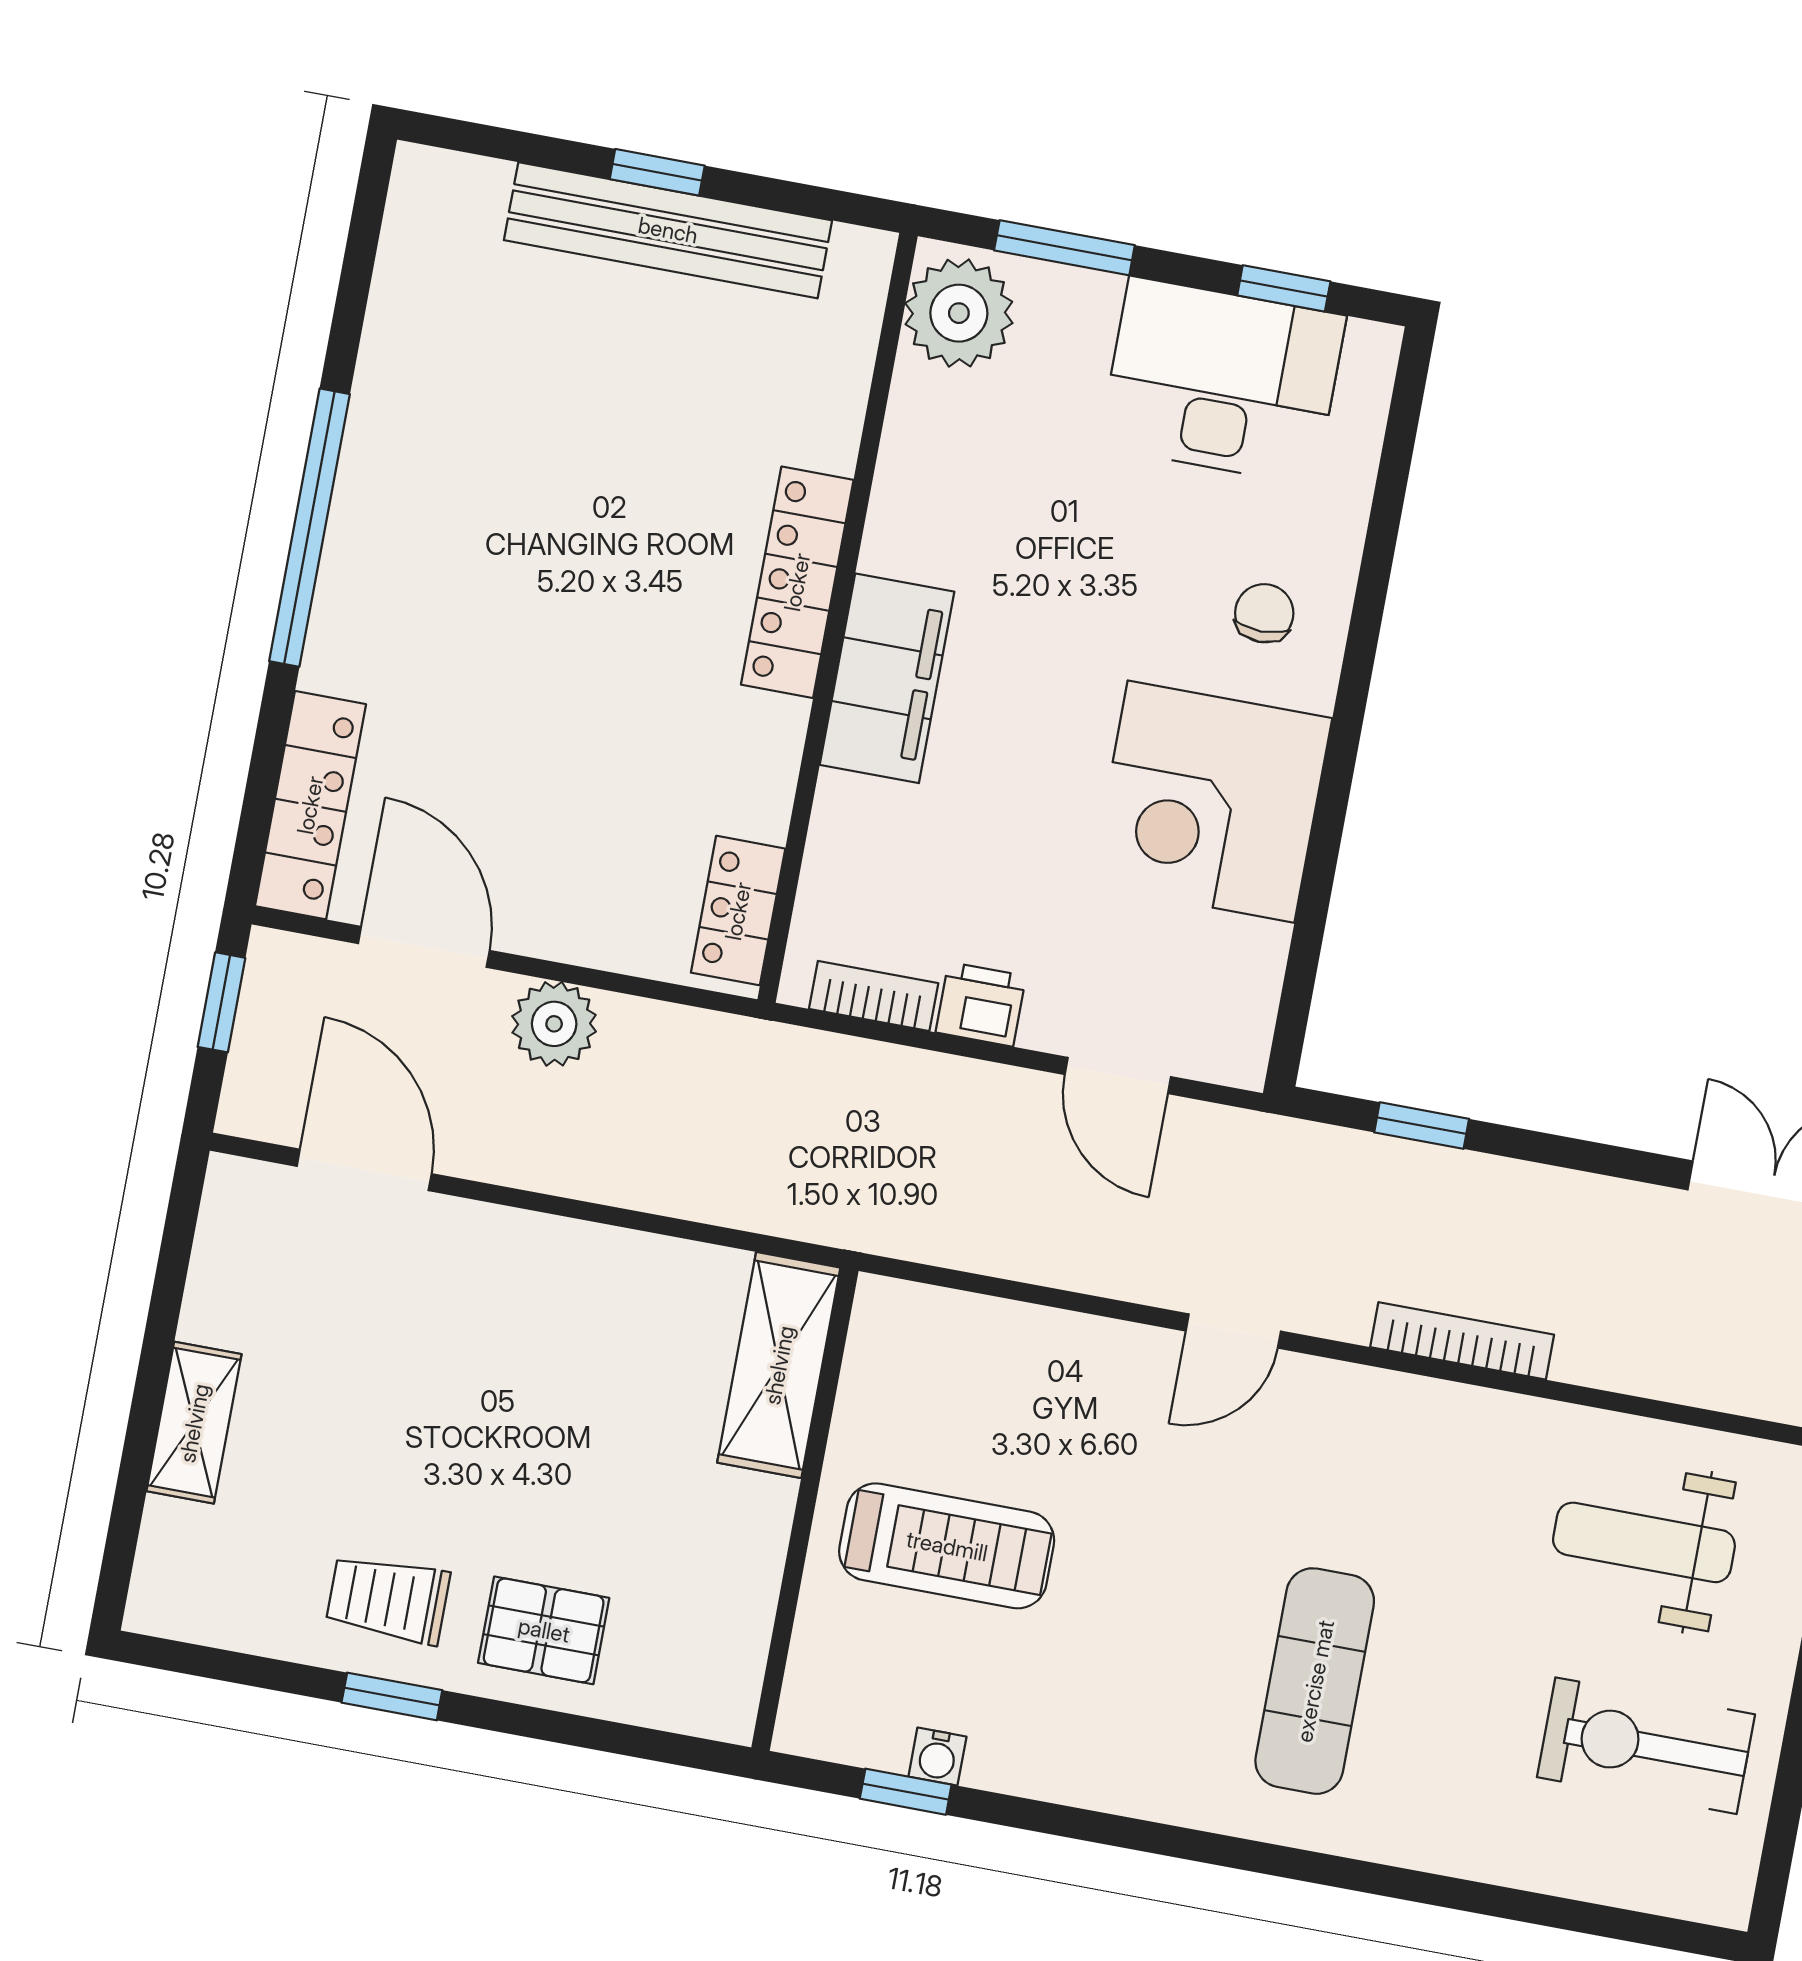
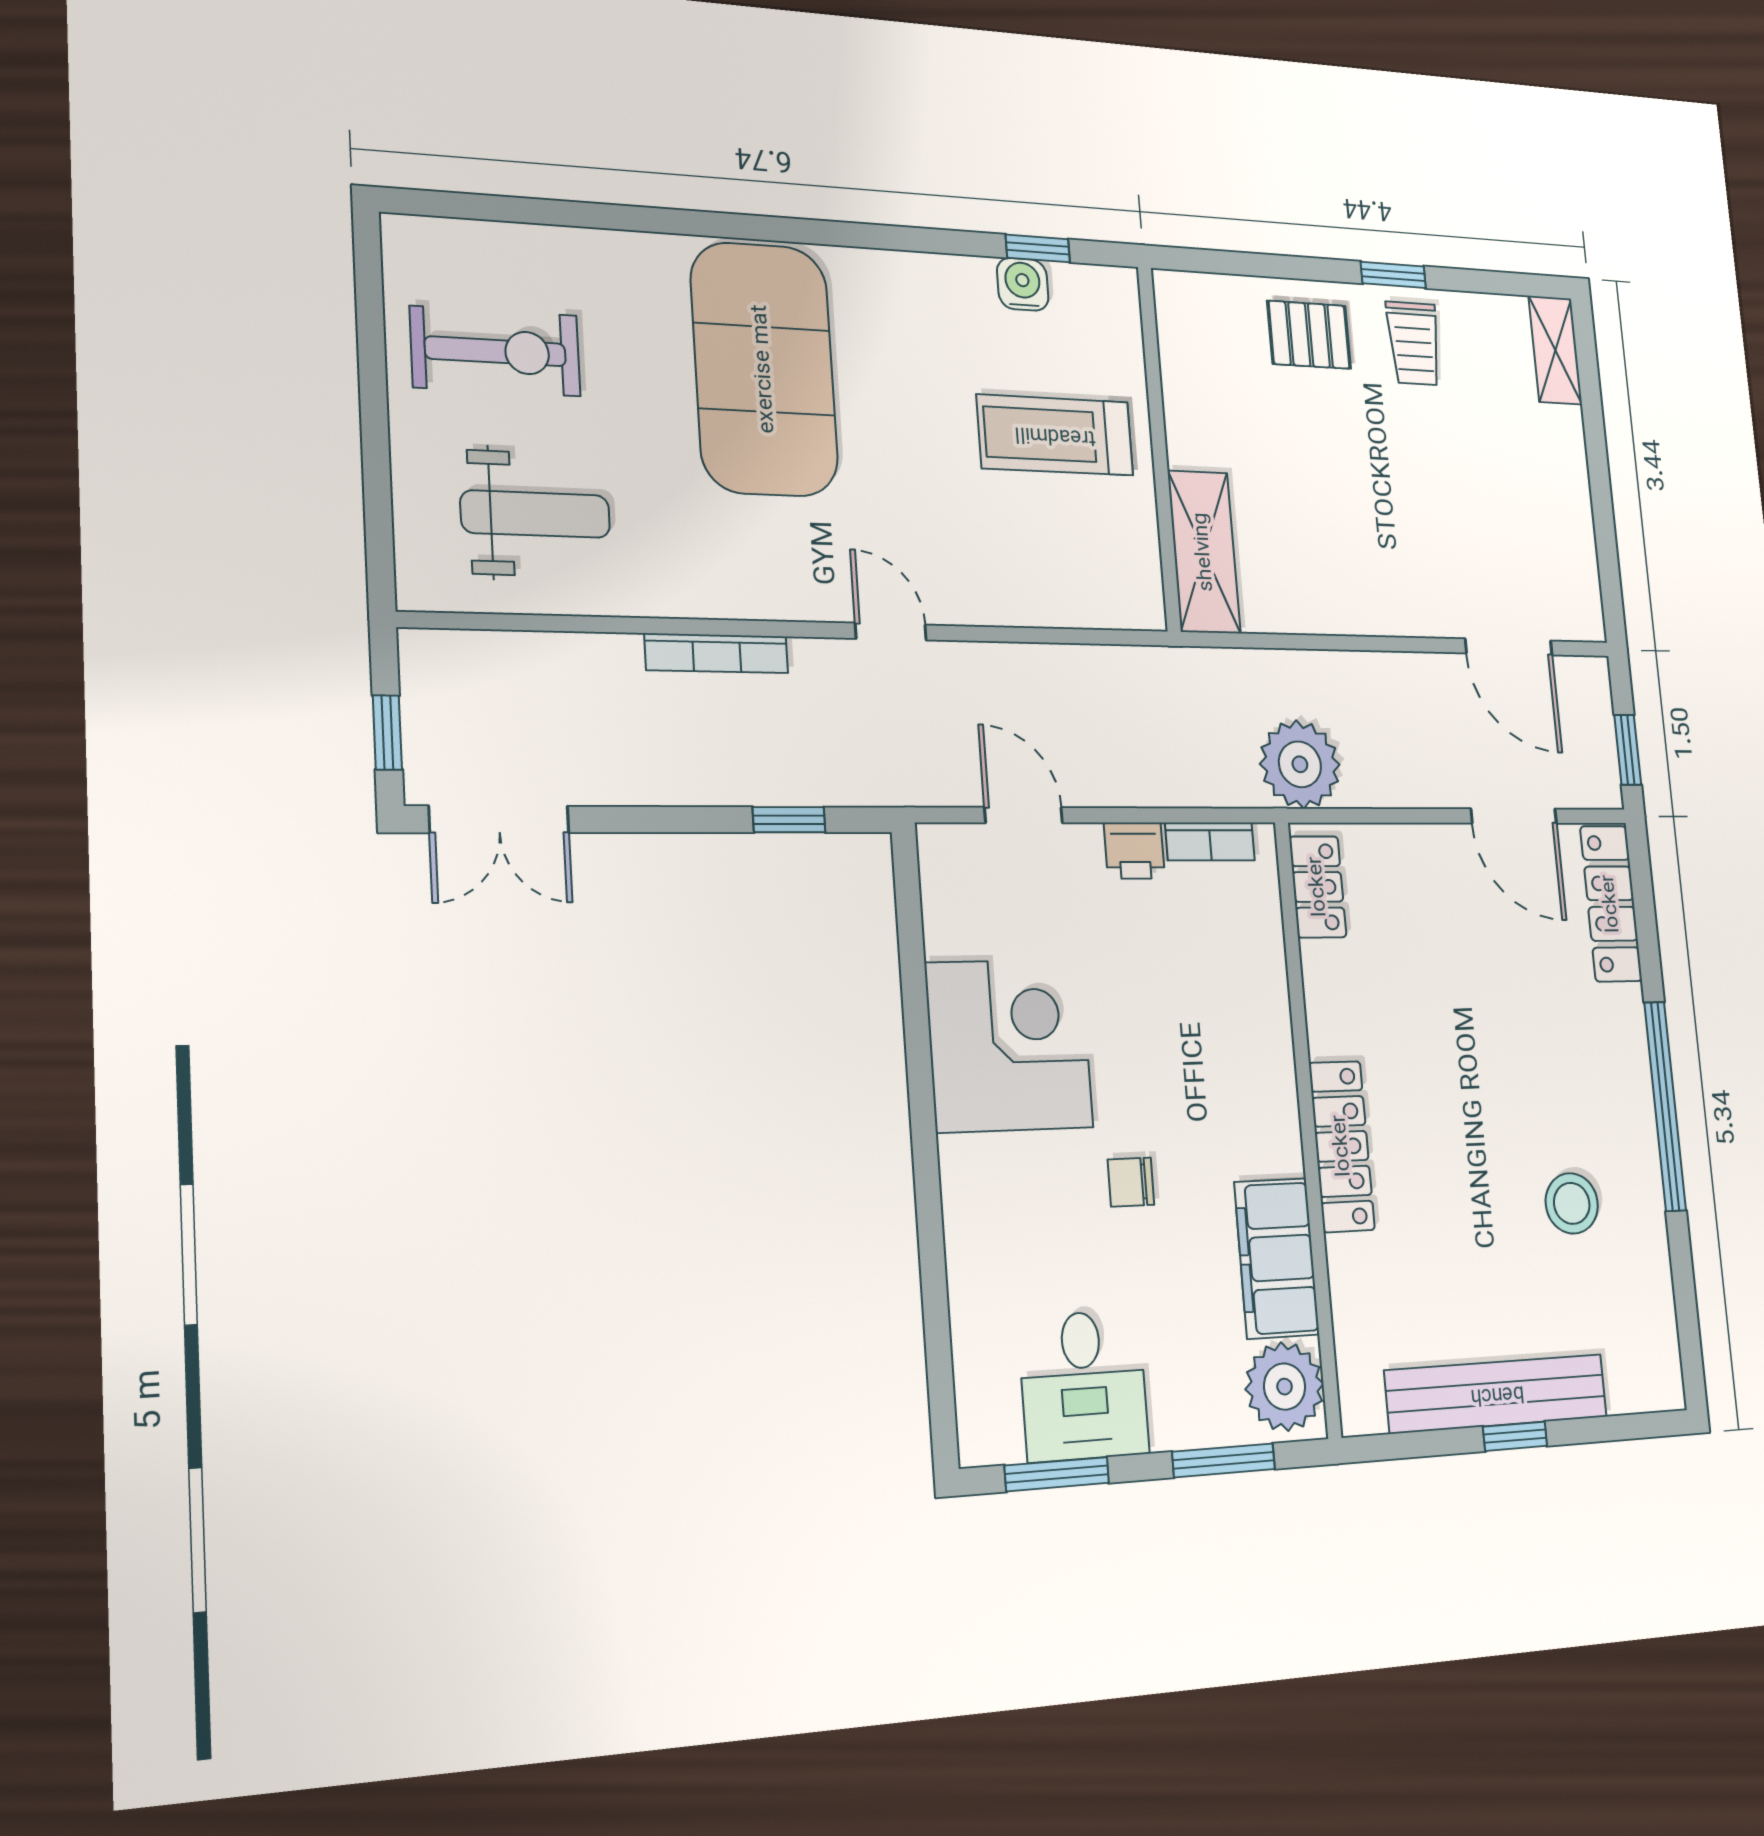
window: (1284, 288) -> (1057, 1474), width x1.50
desk: (1222, 381) -> (1084, 1385), width x0.73
stool: (488, 437) -> (1572, 1203), added
chair: (1264, 613) -> (1131, 1182), moved, turned 90
filing cabinet: (887, 678) -> (1277, 1258), moved
plant: (554, 1024) -> (1300, 764), moved, width x1.36, depth x1.36
door: (1233, 1331) -> (891, 632), hinge flipped
shelving: (194, 1423) -> (1555, 350), moved
trolley: (388, 1599) -> (1414, 343), turned 90
exercise mat: (1315, 1681) -> (764, 369), width x2.00, depth x1.45
water cooler: (937, 1757) -> (1023, 284), width x1.38, depth x1.38

